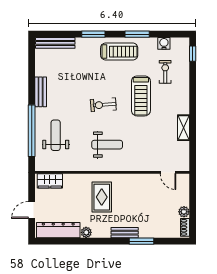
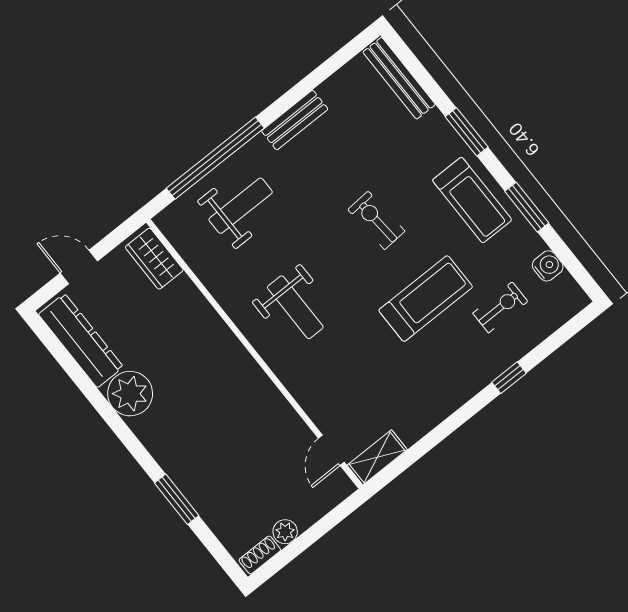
window: (193, 54) -> (509, 378), moved
treadmill: (141, 96) -> (426, 299), turned 180
exercise bike: (103, 105) -> (376, 220), moved
shelving: (184, 128) -> (377, 457), moved
rug: (102, 197) -> (198, 370), removed
plant: (86, 232) -> (130, 394), width x1.88, depth x1.88
bench: (125, 233) -> (168, 458), removed

